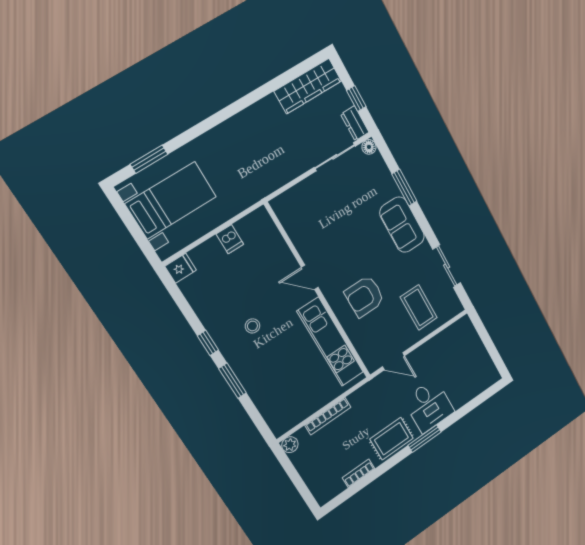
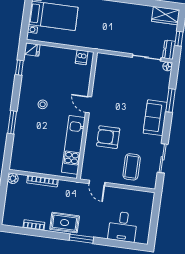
wardrobe: (308, 86) -> (166, 16), width x0.67
dishwasher: (230, 239) -> (82, 57), moved
window: (208, 343) -> (19, 68), moved
desk: (429, 406) -> (123, 227), moved

